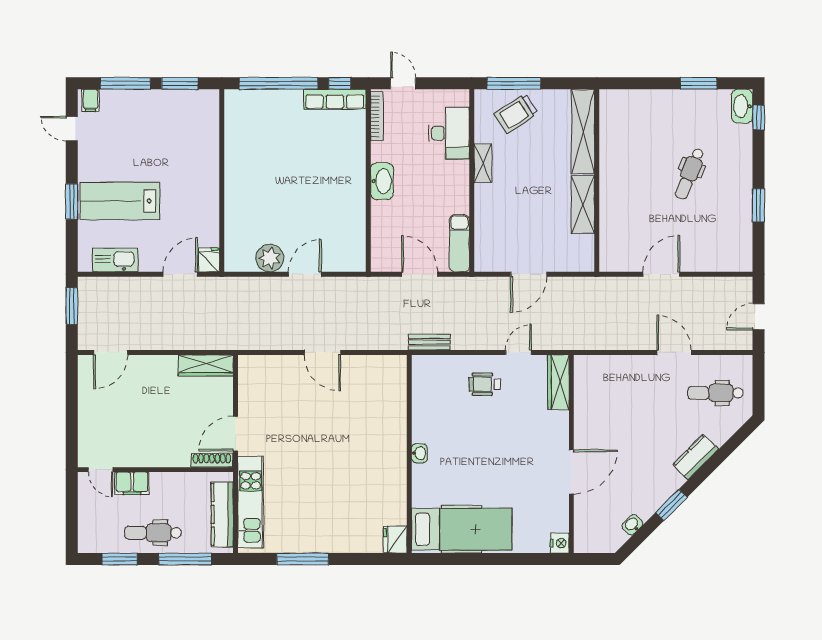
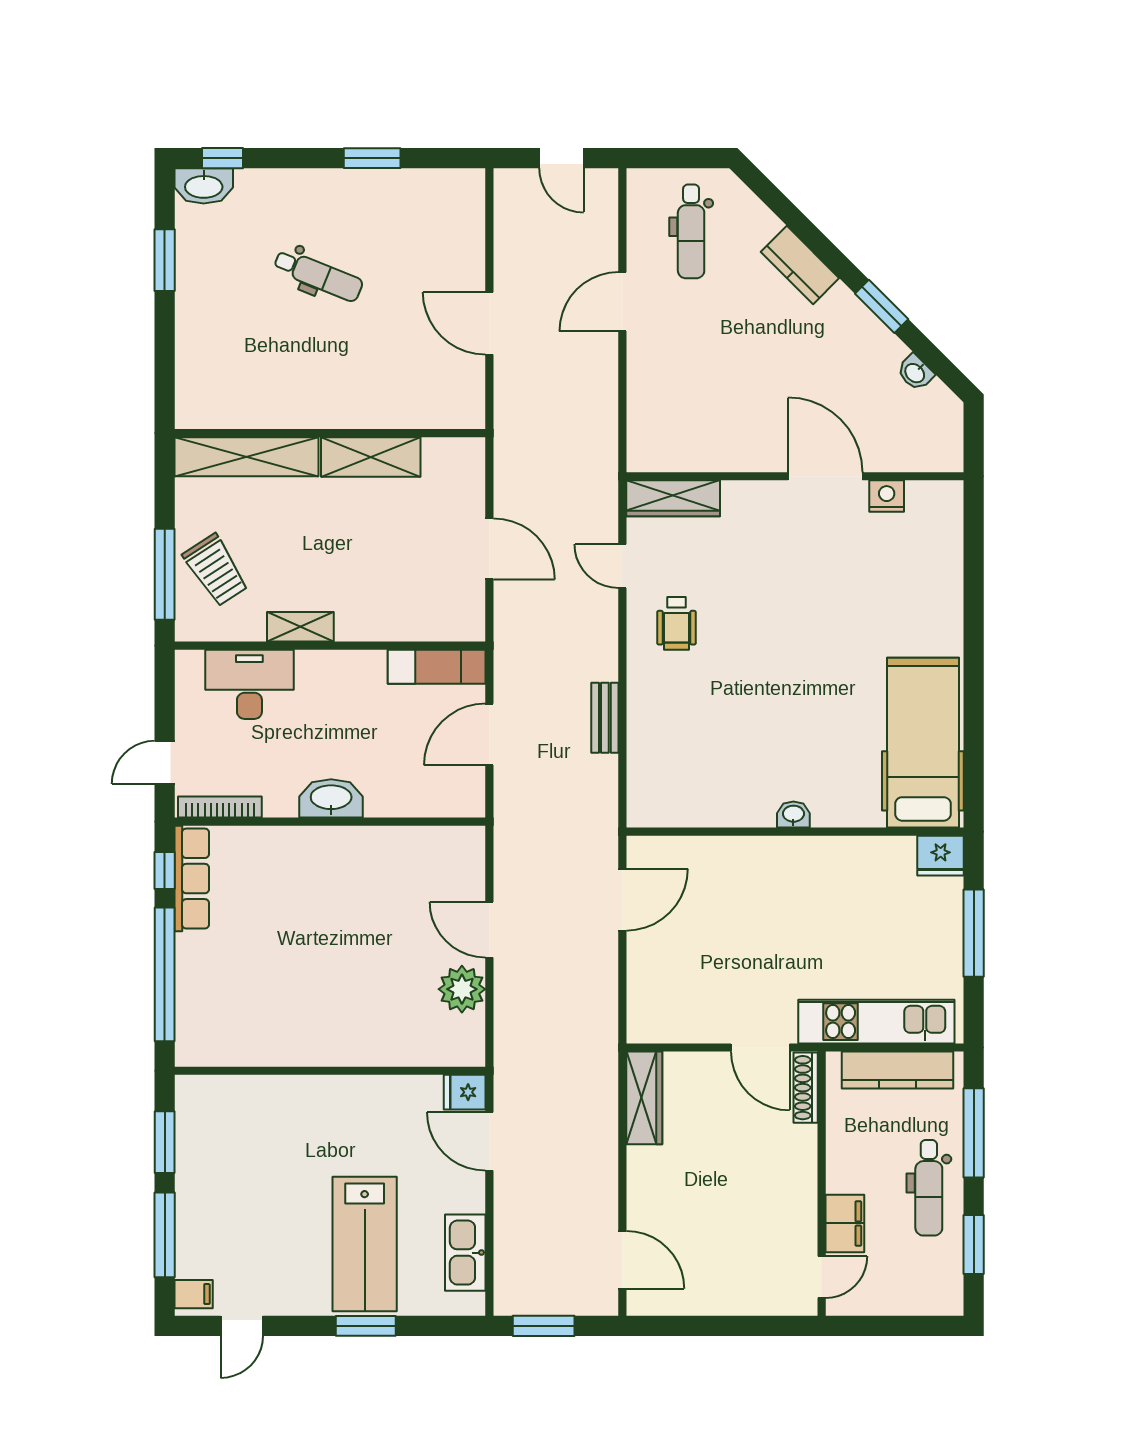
washbasin: (419, 453) -> (793, 814), moved
wall: (409, 454) -> (795, 832), moved
hospital bed: (462, 529) -> (923, 743), moved
fridge: (395, 540) -> (941, 856), moved
nightstand: (560, 543) -> (887, 496), moved

